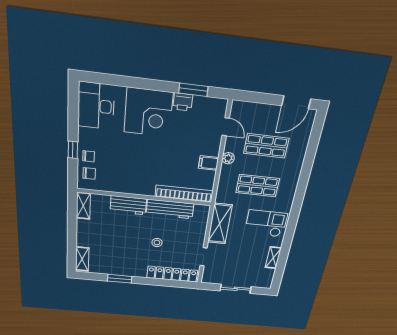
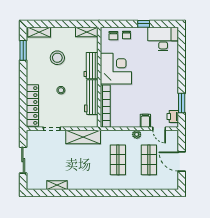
printer: (183, 102) -> (173, 117), moved
door: (296, 102) -> (182, 162), moved
corner desk: (148, 112) -> (116, 69), moved, turned 180
door: (226, 127) -> (159, 129), hinge flipped
window: (73, 150) -> (144, 24), moved
filing cabinet: (208, 163) -> (145, 121), moved
checkout: (266, 224) -> (87, 173), removed
stool: (116, 243) -> (57, 58), added
window: (120, 279) -> (23, 50), moved

